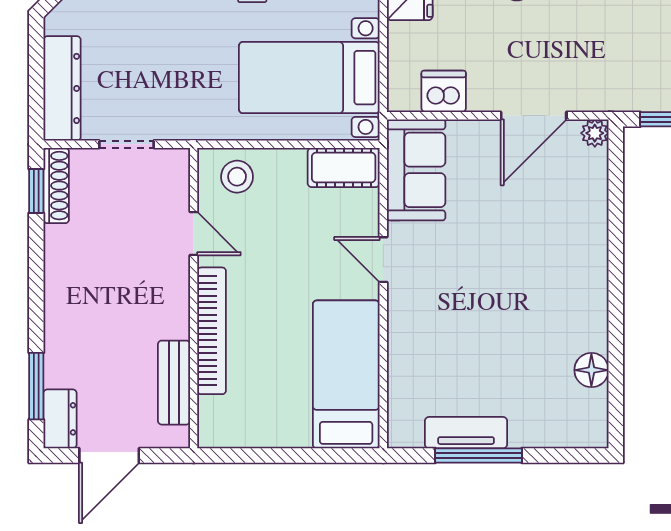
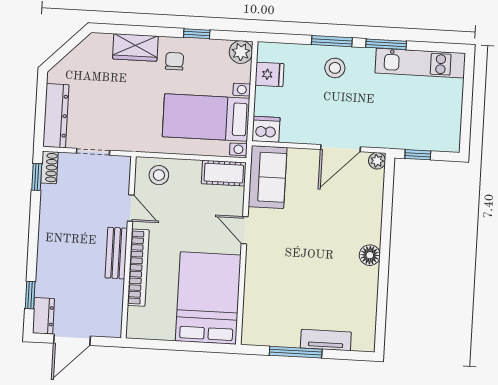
dishwasher: (444, 91) -> (266, 129), moved
shoe rack: (56, 186) -> (49, 168), width x0.70
floor lamp: (591, 370) -> (370, 255), moved
bed: (346, 374) -> (208, 298), width x1.50
bench: (174, 383) -> (116, 253), moved
window: (36, 386) -> (30, 295), width x0.67
tv unit: (466, 433) -> (326, 340), moved

